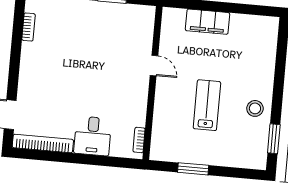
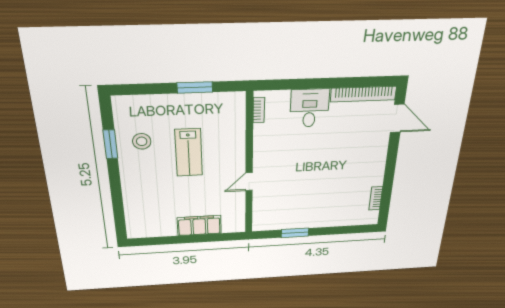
door: (154, 66) -> (249, 182), hinge flipped
stool: (255, 108) -> (142, 141), moved
window: (274, 139) -> (110, 144), moved

